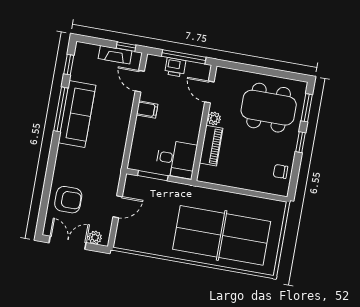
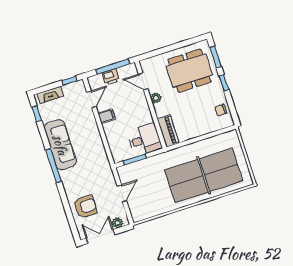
fireplace: (115, 55) -> (50, 95), moved
door: (140, 81) -> (91, 99), swing flipped
window: (61, 109) -> (53, 166), moved
piano: (211, 146) -> (168, 131), moved

